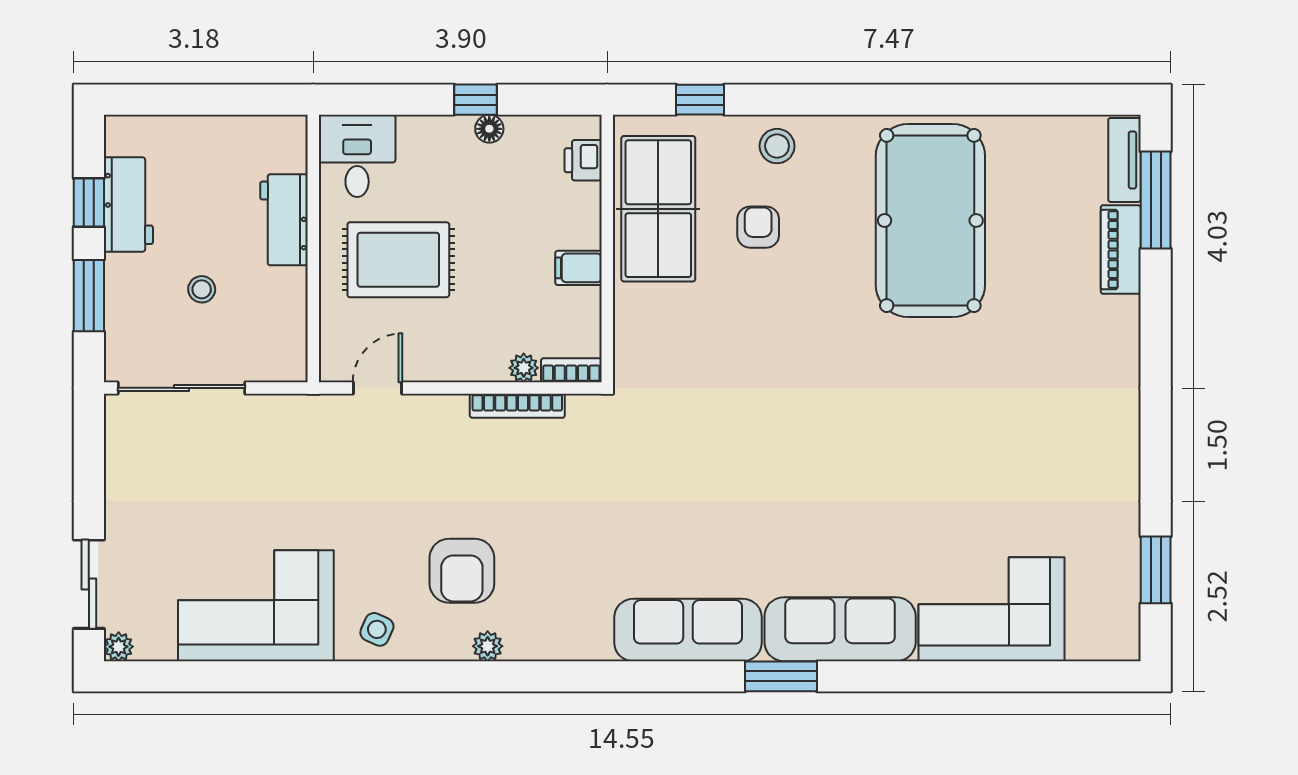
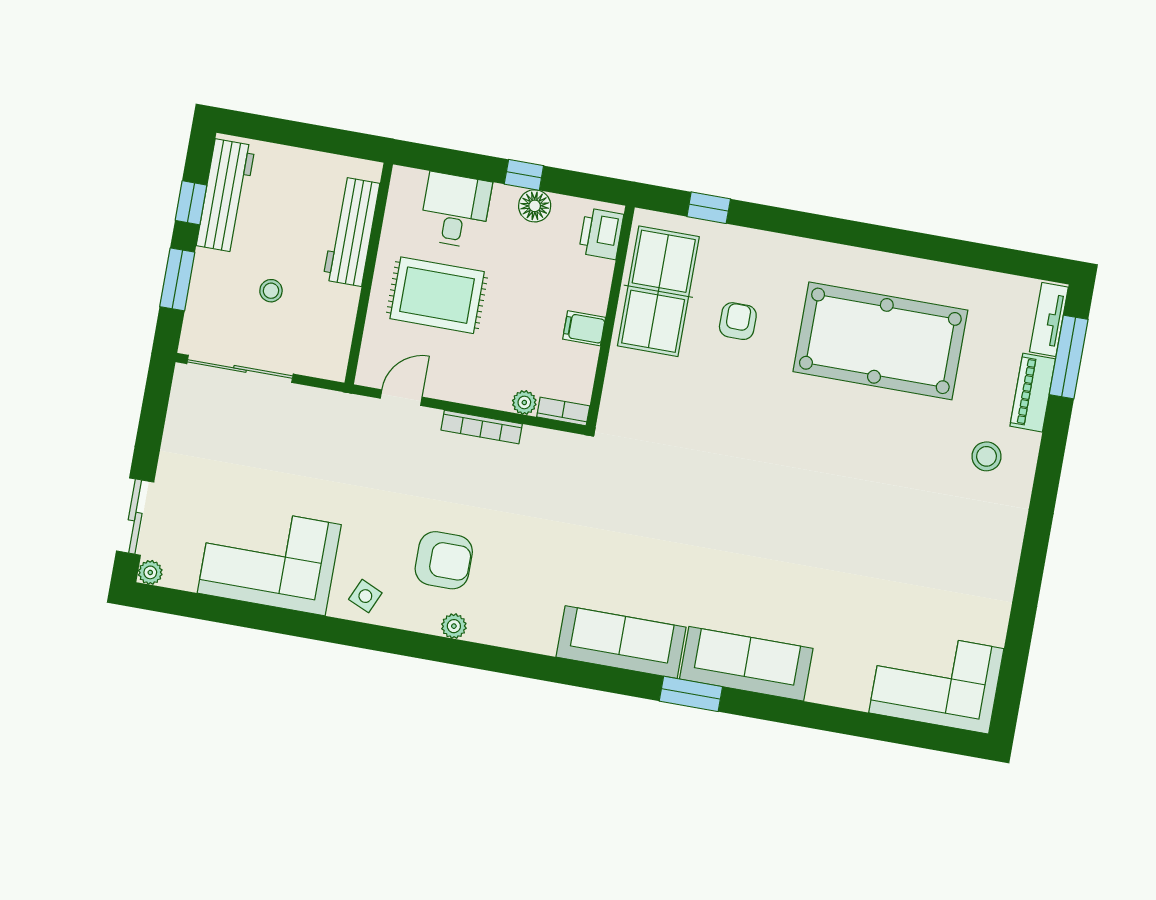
floor lamp: (489, 129) -> (535, 206), width x1.37, depth x1.37
stool: (777, 146) -> (986, 456), moved
desk: (357, 156) -> (455, 210), moved
printer: (583, 160) -> (601, 234), width x1.36, depth x1.24
workbench: (128, 204) -> (226, 196), width x1.38
workbench: (284, 220) -> (351, 232), width x1.38
pool table: (930, 220) -> (880, 341), turned 90
bookcase: (517, 406) -> (482, 427), moved
window: (1156, 570) -> (1014, 661), removed
armchair: (462, 571) -> (444, 560), turned -90
corner sofa: (991, 609) -> (936, 681), moved

